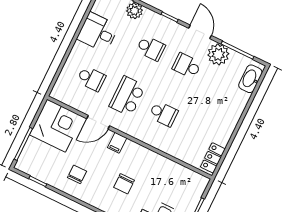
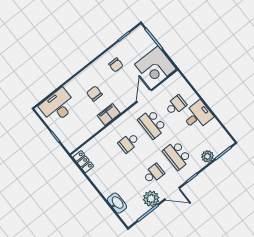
desk: (98, 32) -> (198, 116), moved
school desk: (151, 48) -> (177, 155), width x1.85
school desk: (91, 79) -> (176, 105), turned 180
washbasin: (250, 79) -> (117, 203), moved
school desk: (127, 96) -> (152, 124), turned 180
filing cabinet: (117, 143) -> (109, 114), moved, width x2.00

